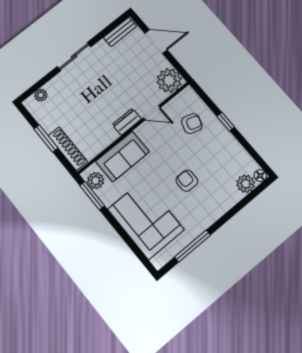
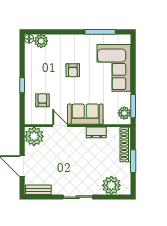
plant: (41, 95) -> (111, 185), width x1.87, depth x1.87
dresser: (127, 122) -> (96, 132), moved
armchair: (192, 124) -> (42, 100), turned 73
sofa: (123, 156) -> (85, 114), moved

